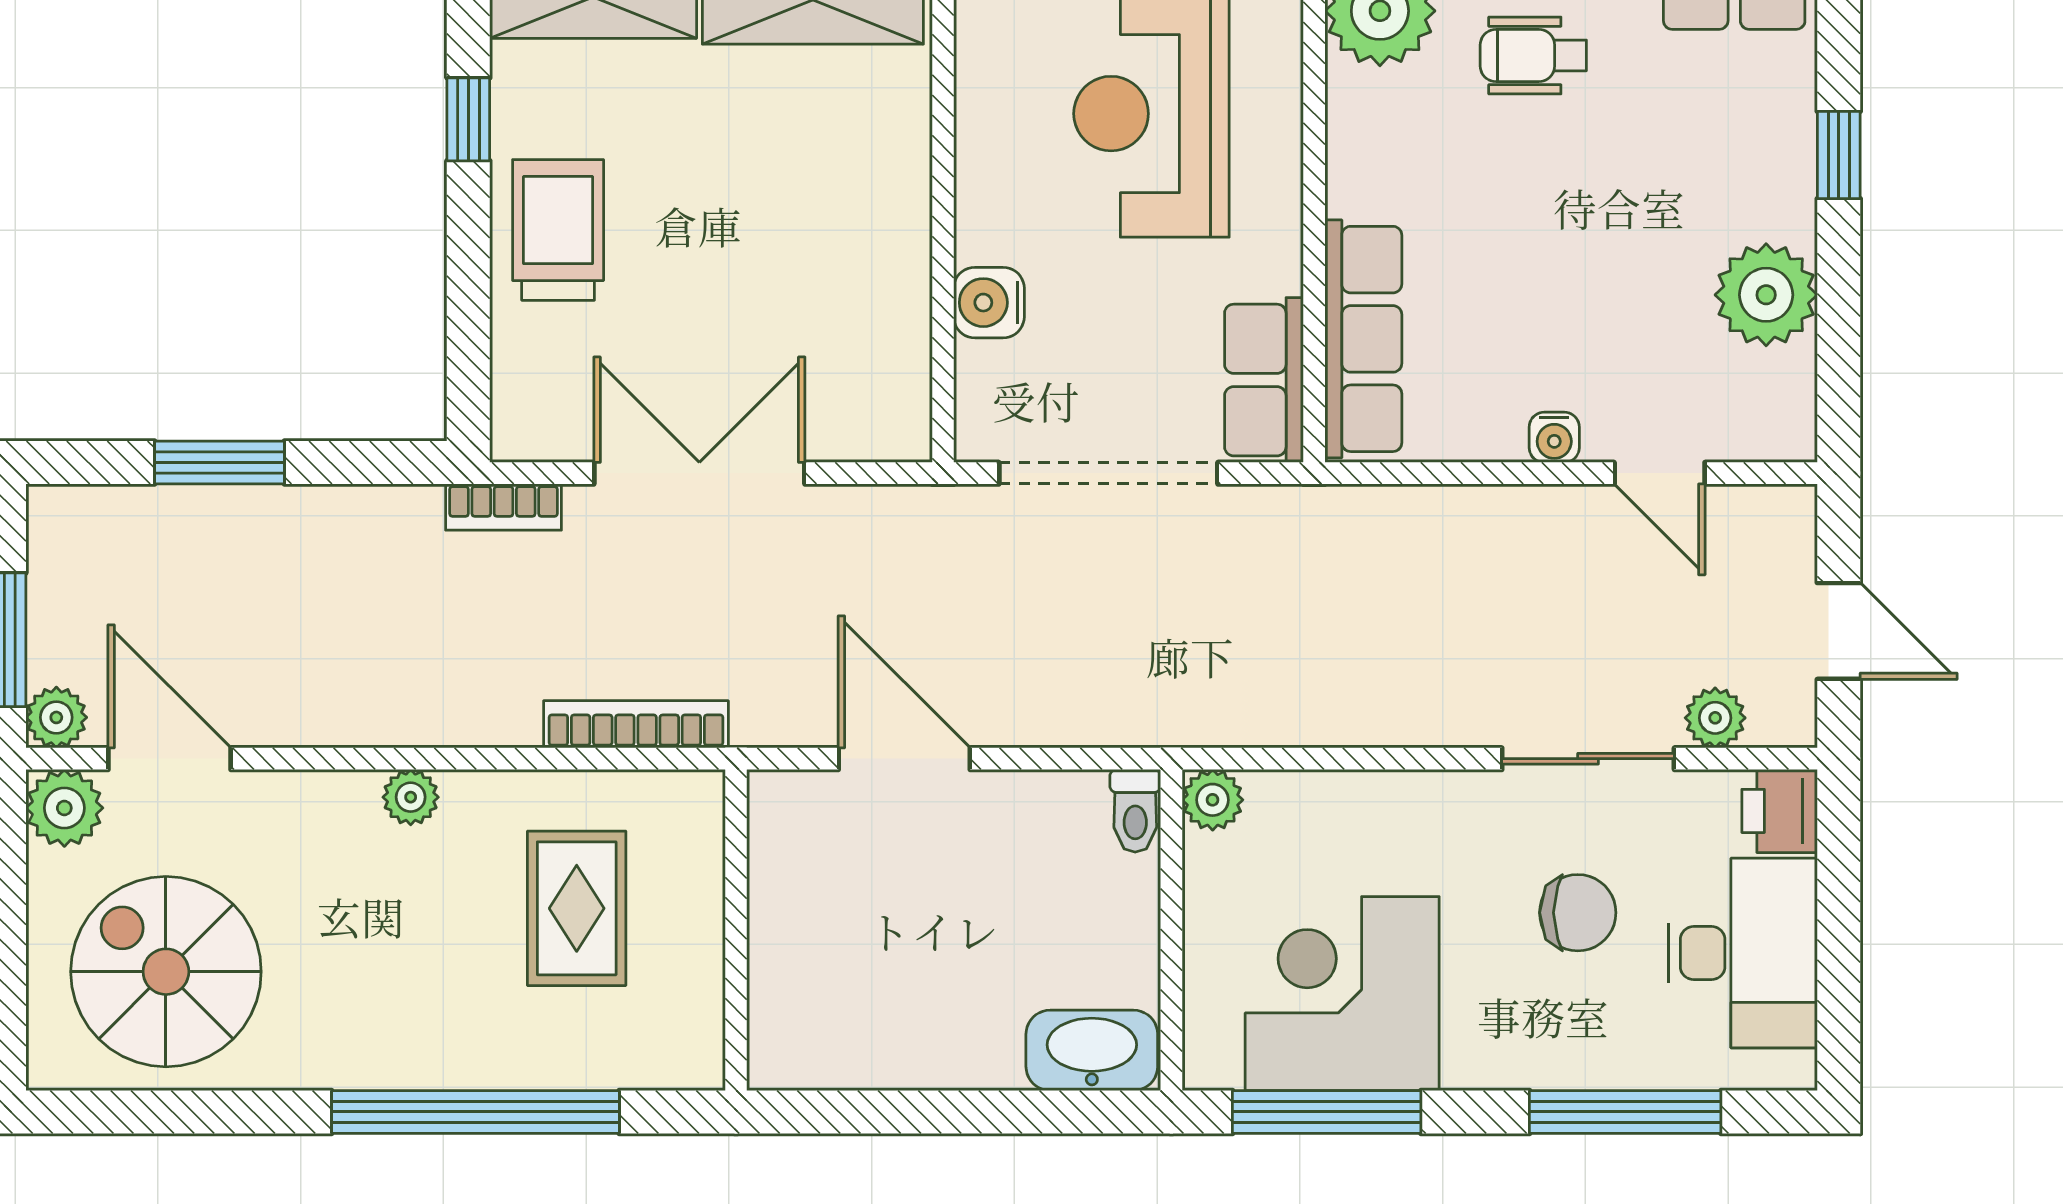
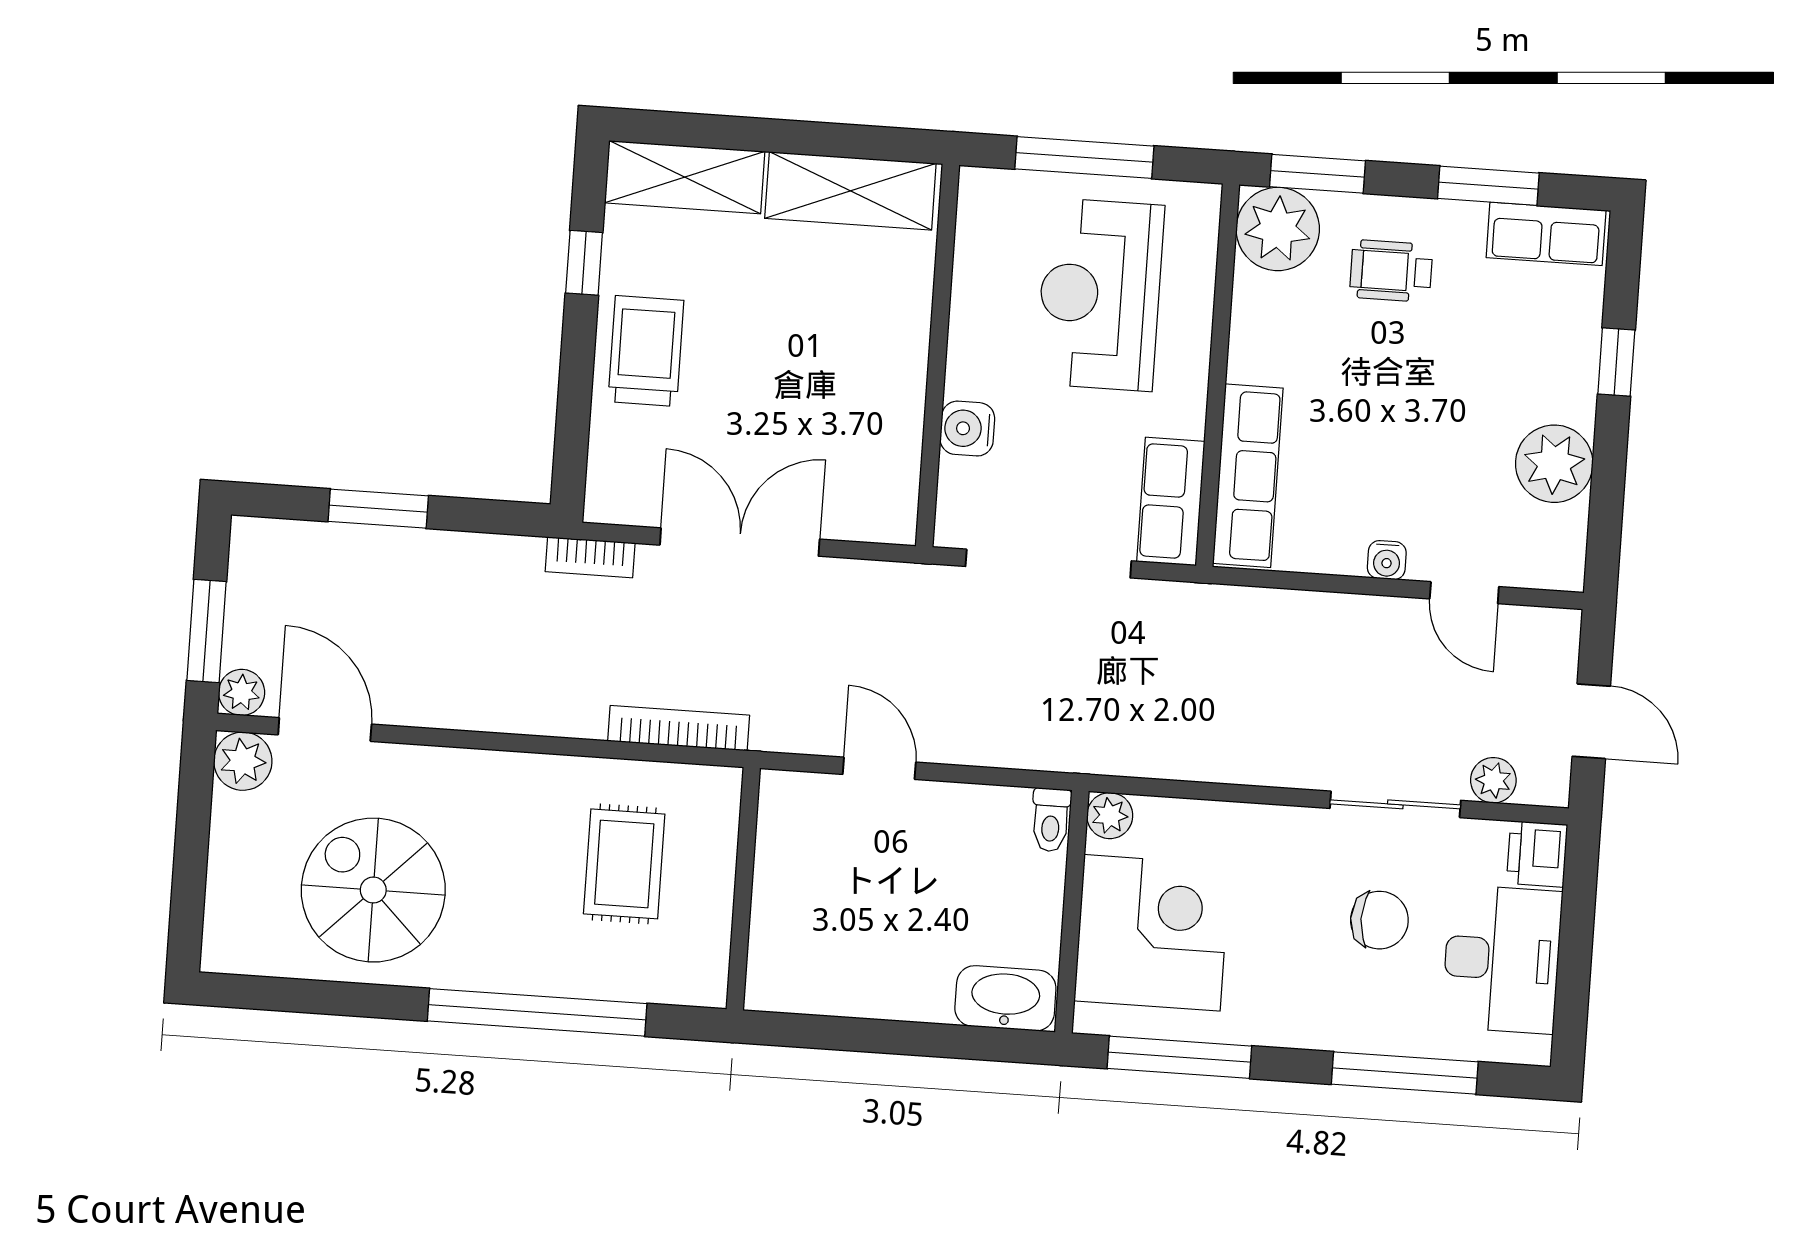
door: (904, 759) -> (879, 768), width x0.73
plant: (411, 797) -> (505, 771), removed
spiral stairs: (166, 972) -> (373, 890), moved
corner desk: (1342, 994) -> (1152, 933), moved, turned 90

